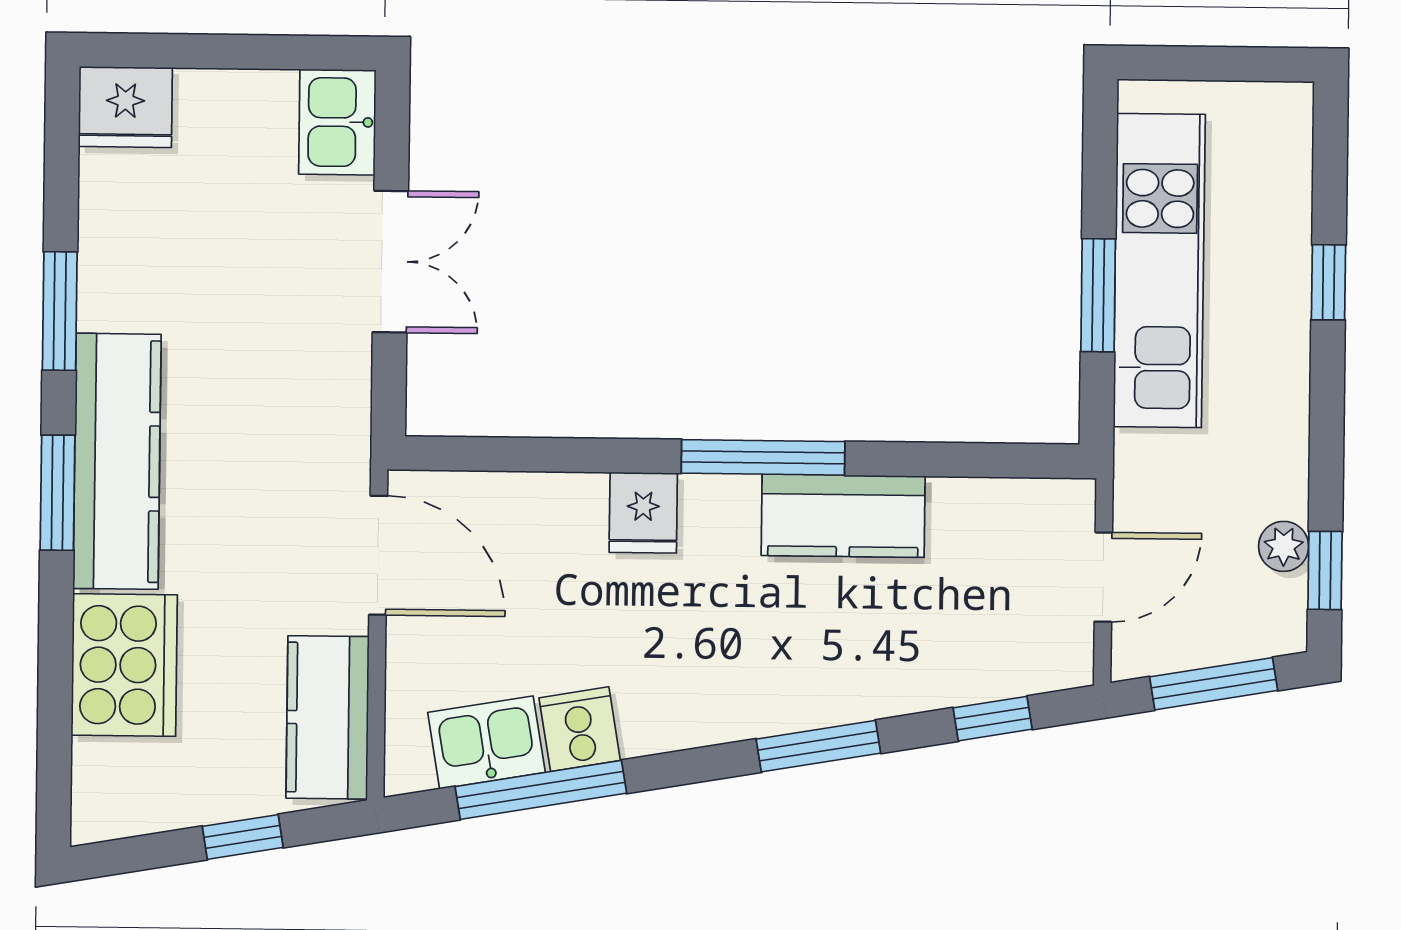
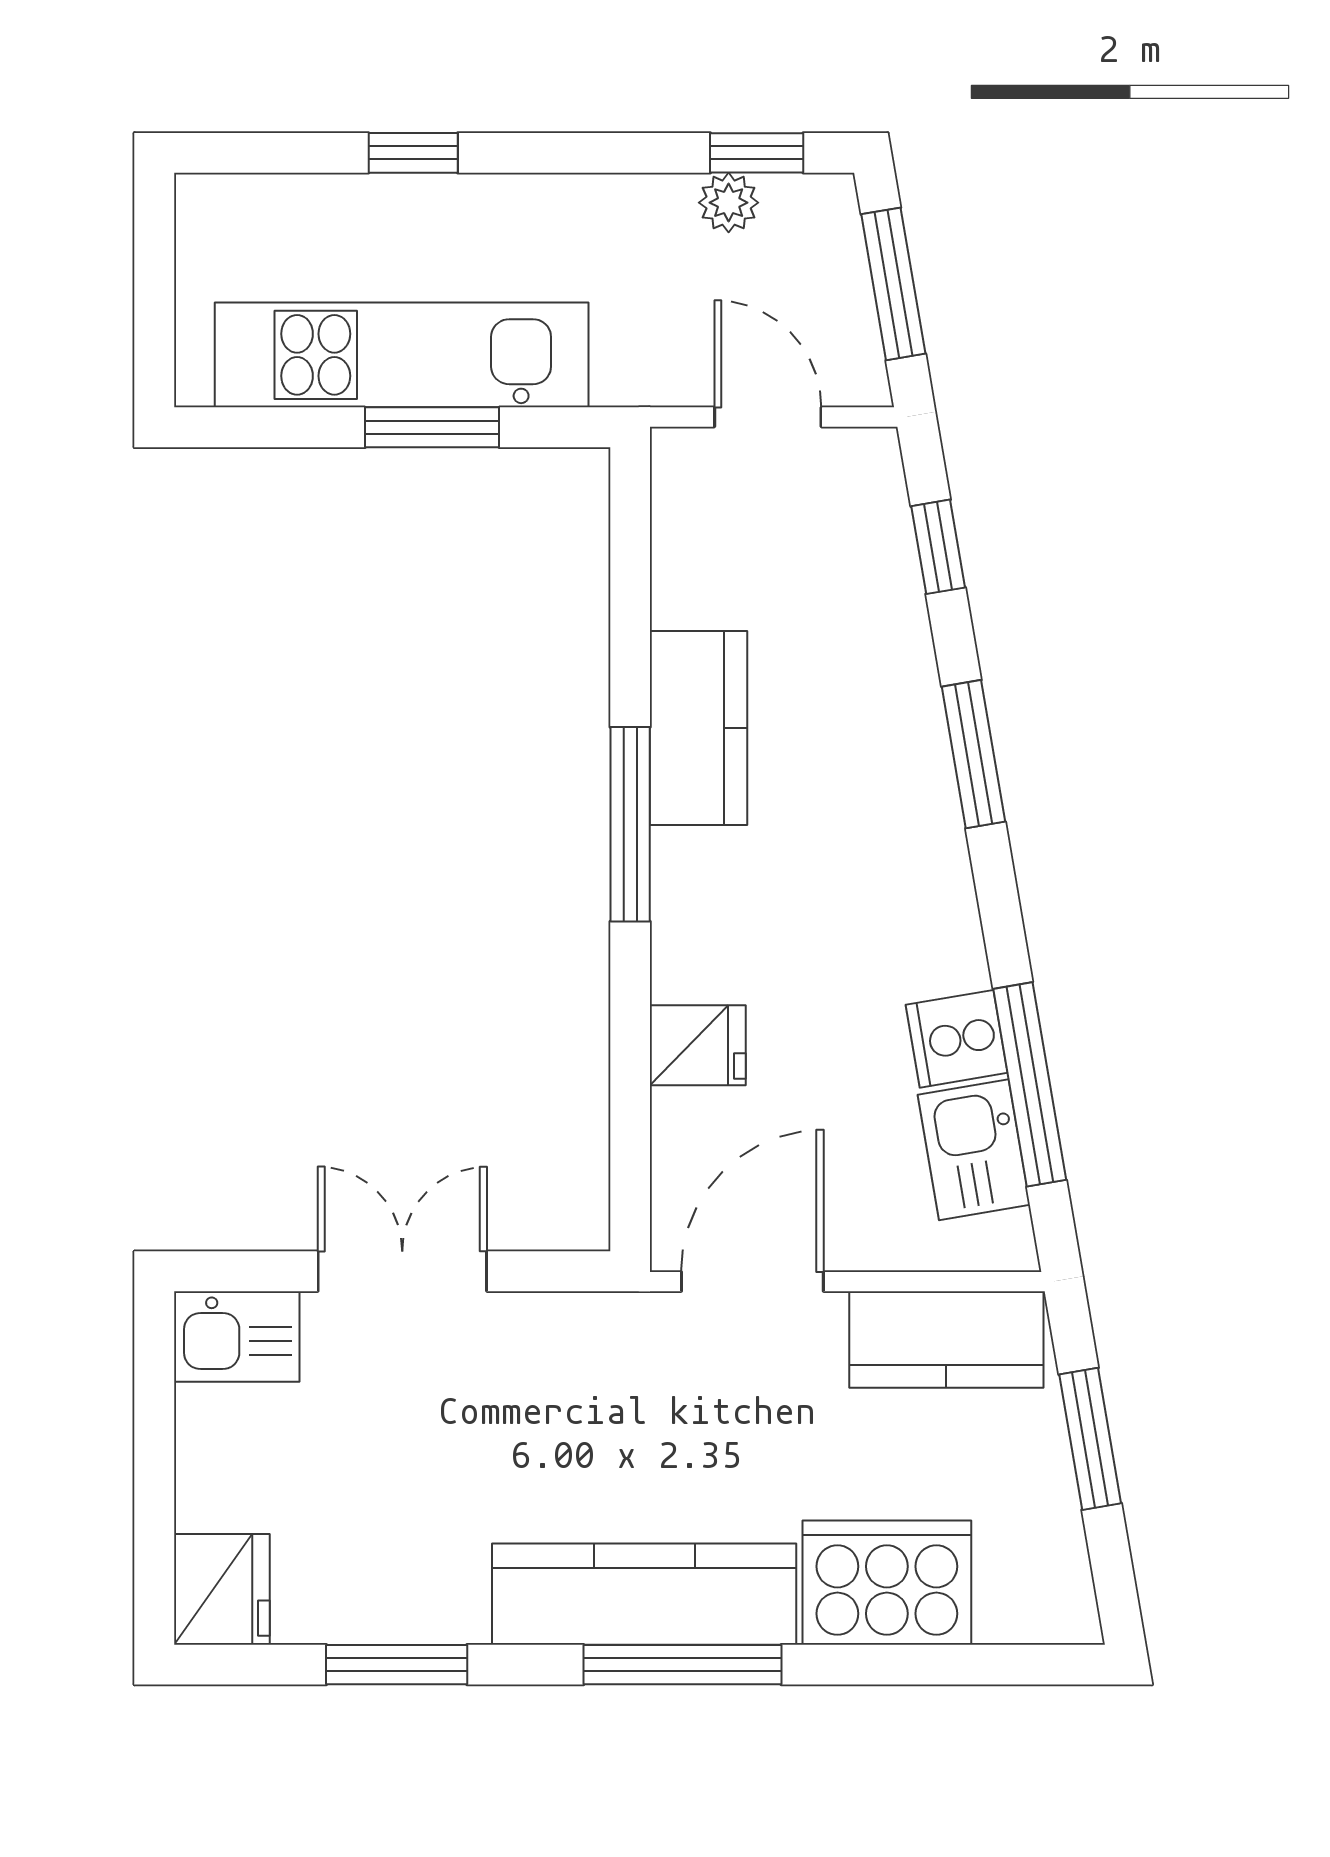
window: (60, 311) -> (397, 1665), moved
window: (58, 493) -> (682, 1665), width x1.44
fridge: (643, 513) -> (698, 1045), moved
window: (243, 837) -> (1090, 1439), width x1.50

